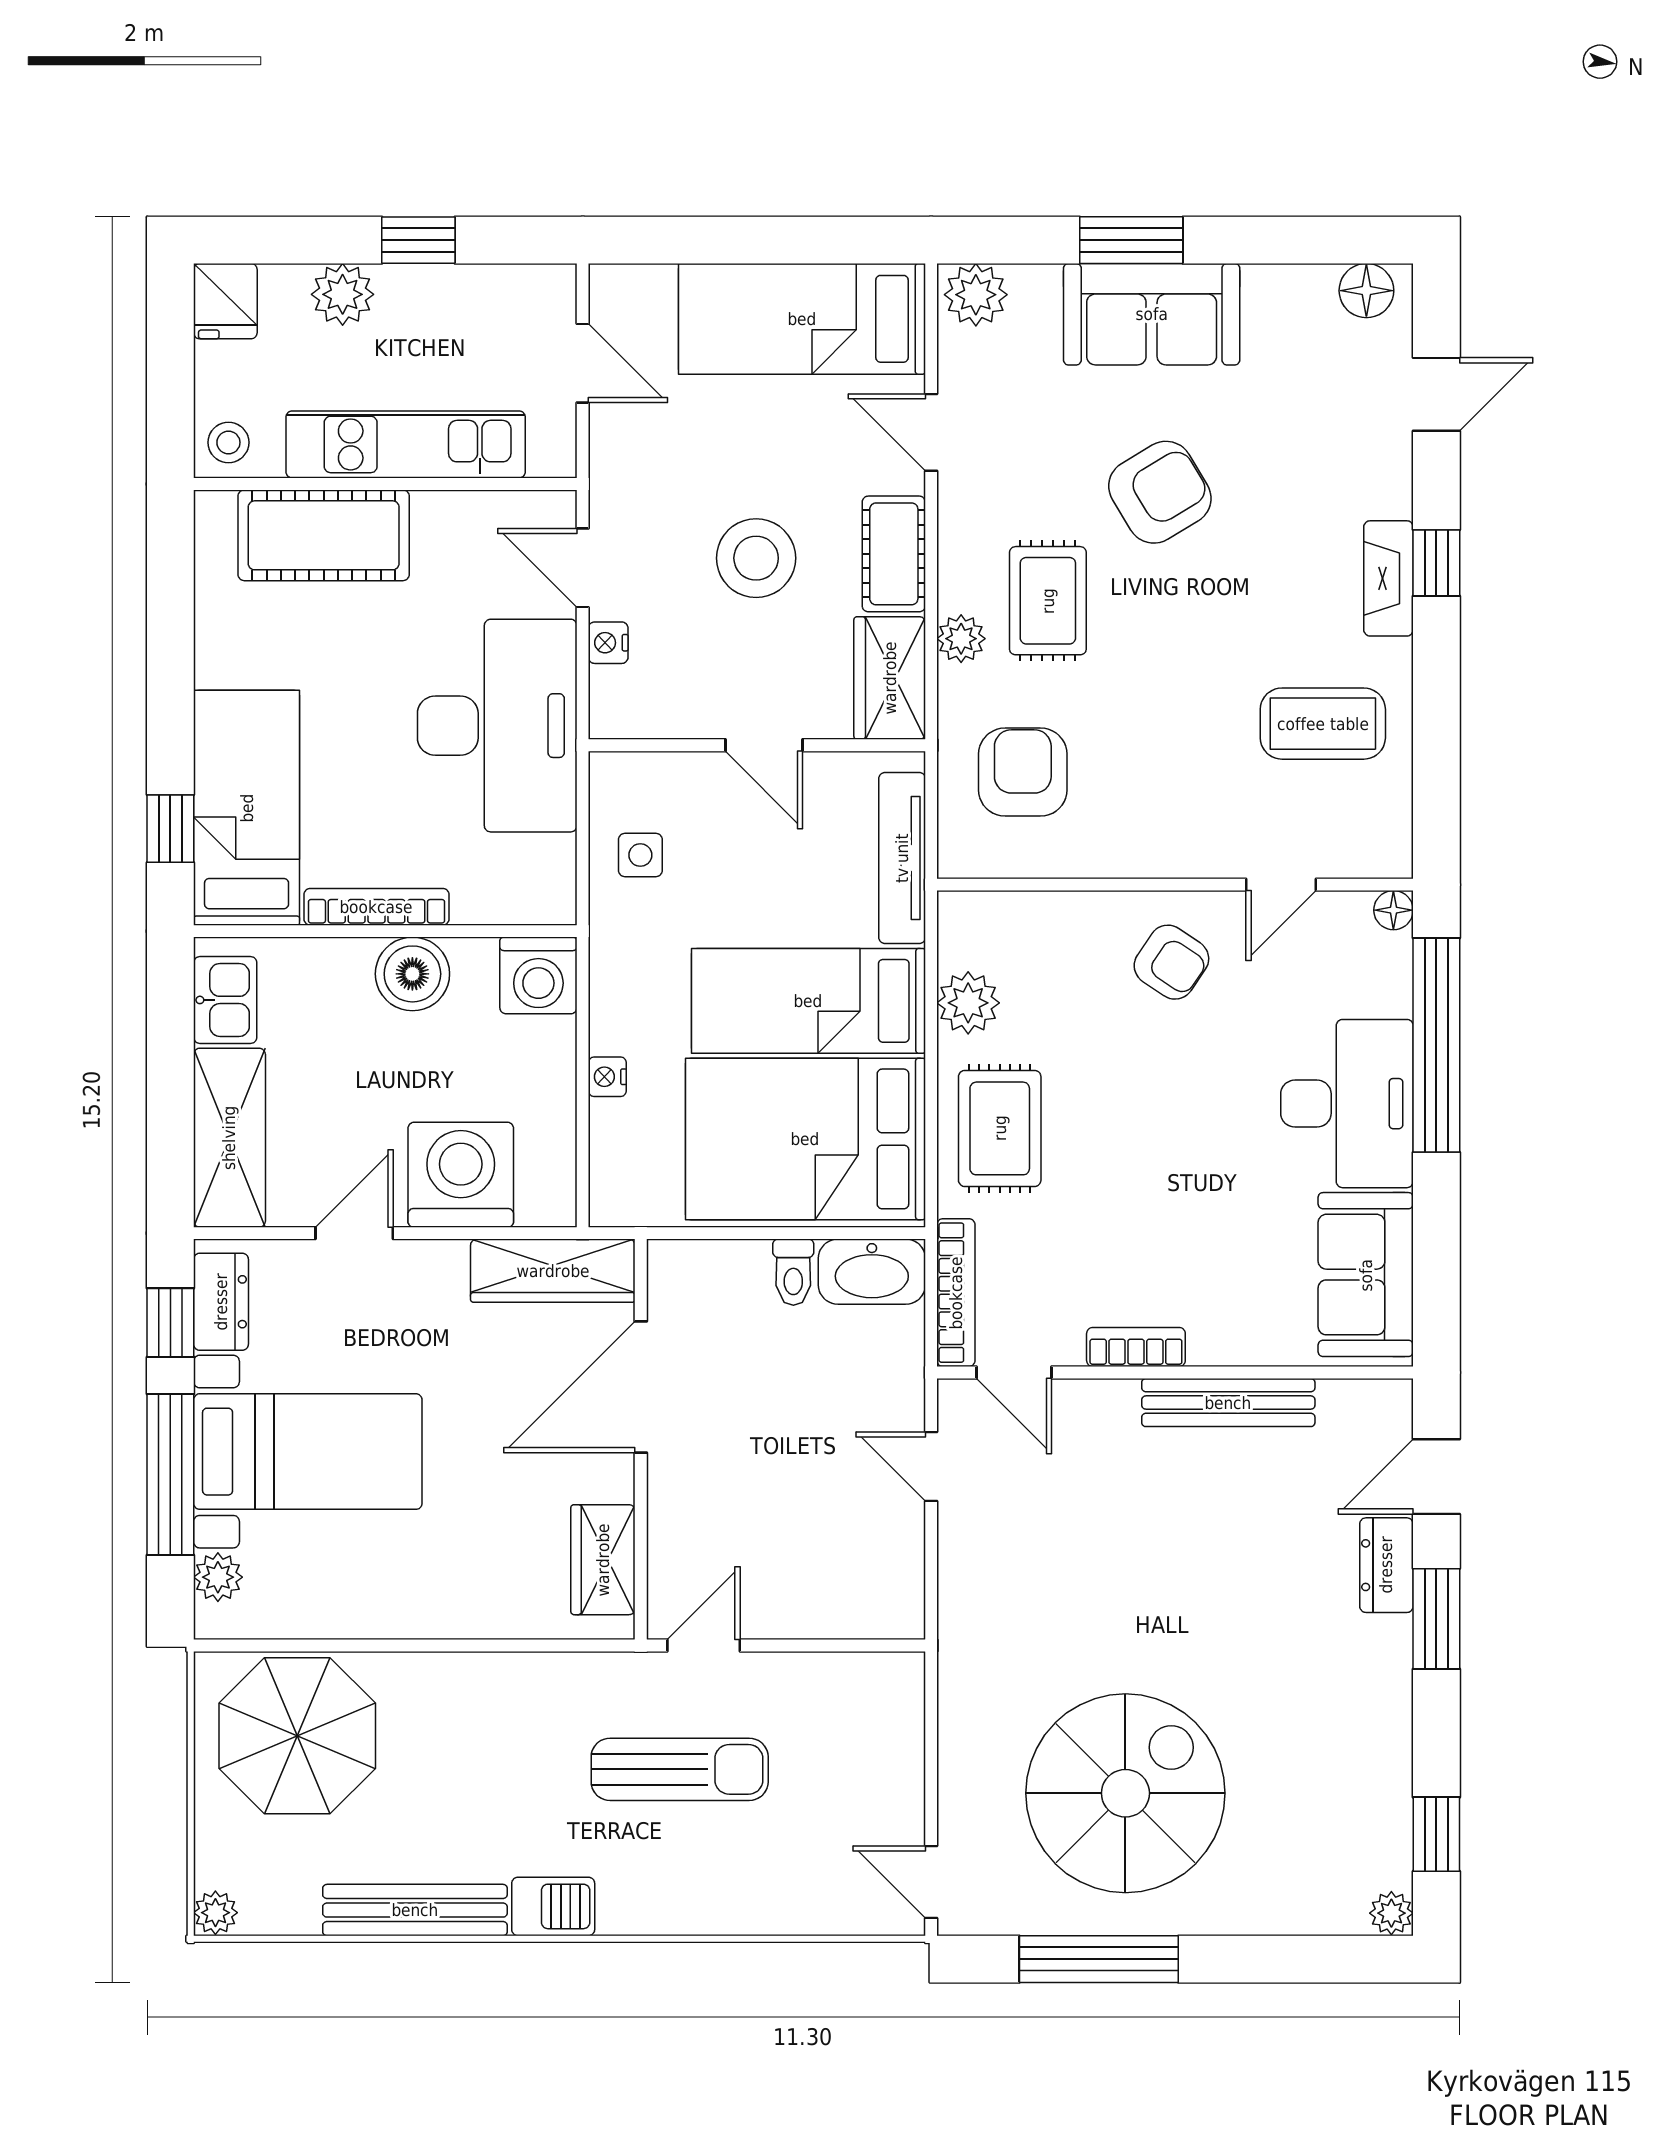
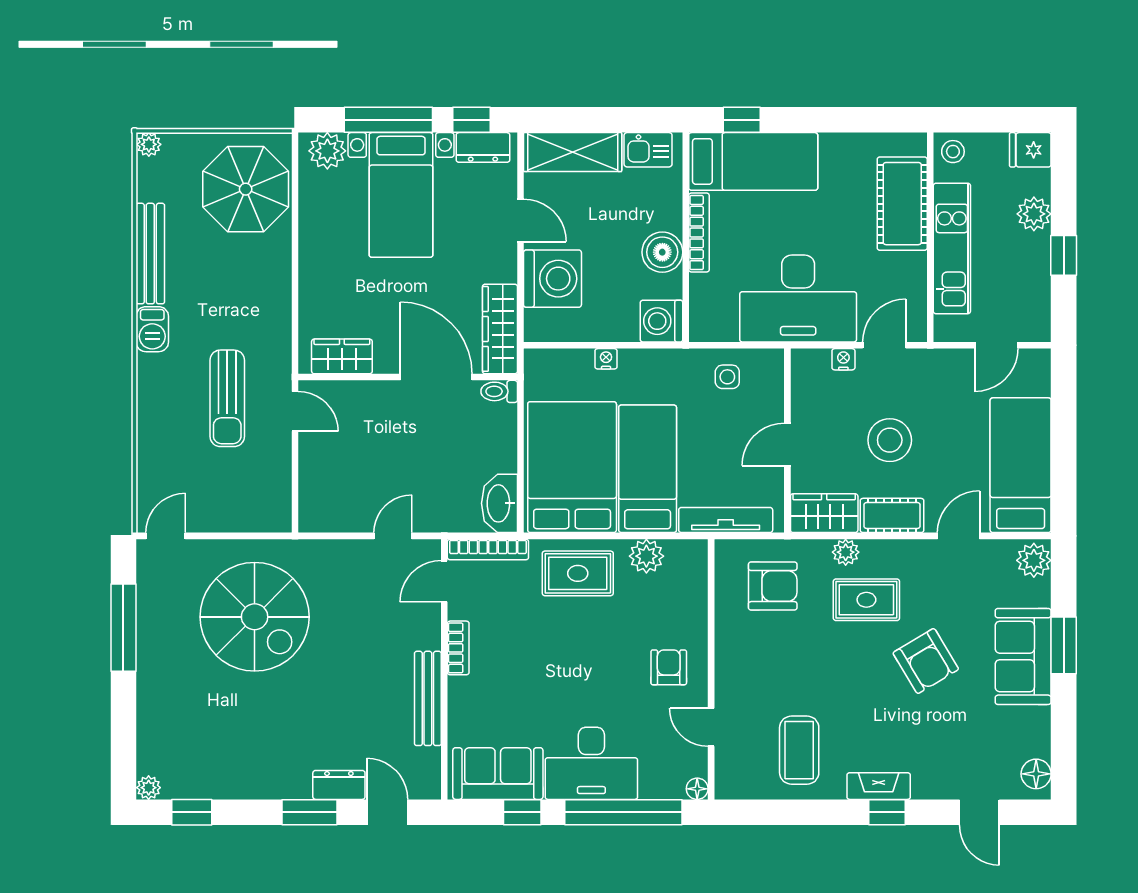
armchair: (1171, 962) -> (669, 667), turned 146
window: (1436, 1230) -> (522, 812), added
toilet: (793, 1272) -> (499, 391), moved
plant: (218, 1577) -> (327, 151), width x1.38, depth x1.38
spiral stairs: (1125, 1793) -> (255, 617), moved

